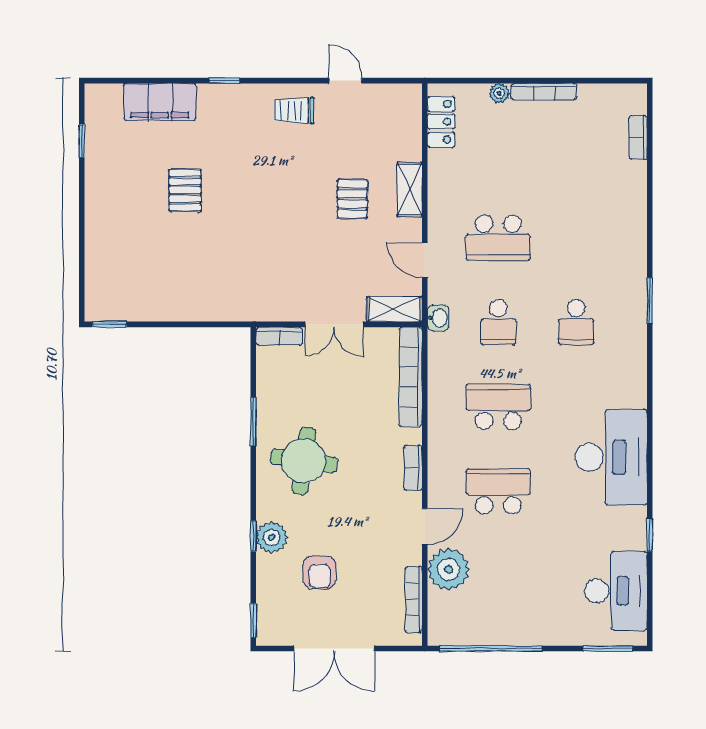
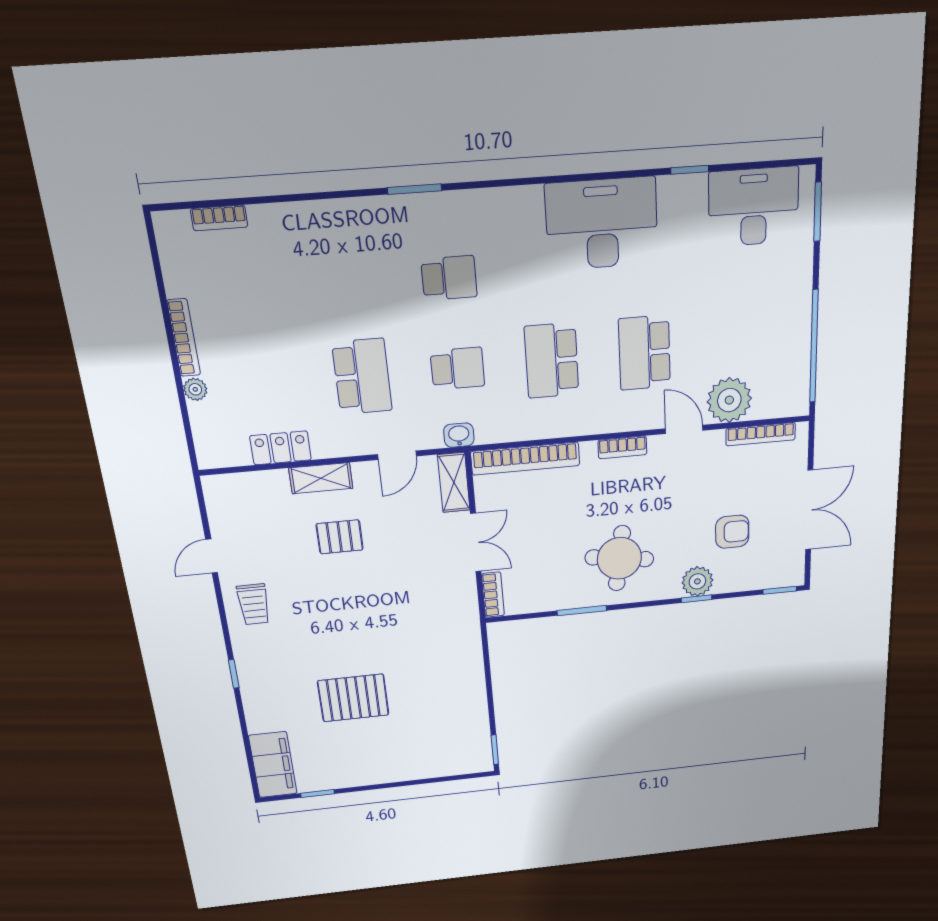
filing cabinet: (160, 102) -> (273, 765), moved
locker: (441, 122) -> (281, 448), moved
pallet: (185, 190) -> (353, 698), width x1.50, depth x1.42

